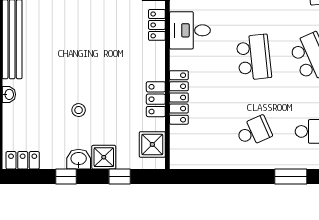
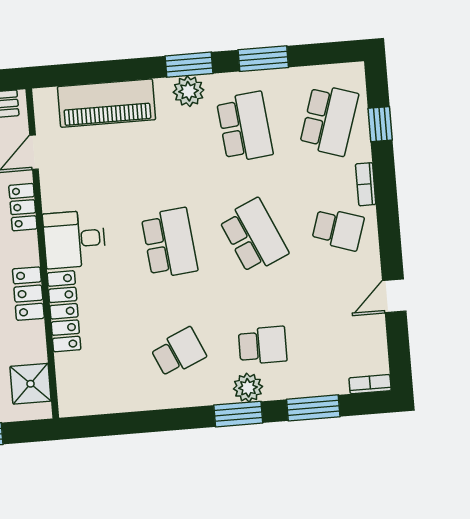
desk: (190, 30) -> (74, 239), moved
locker: (156, 99) -> (28, 294), moved
plant: (299, 159) -> (248, 388), added

